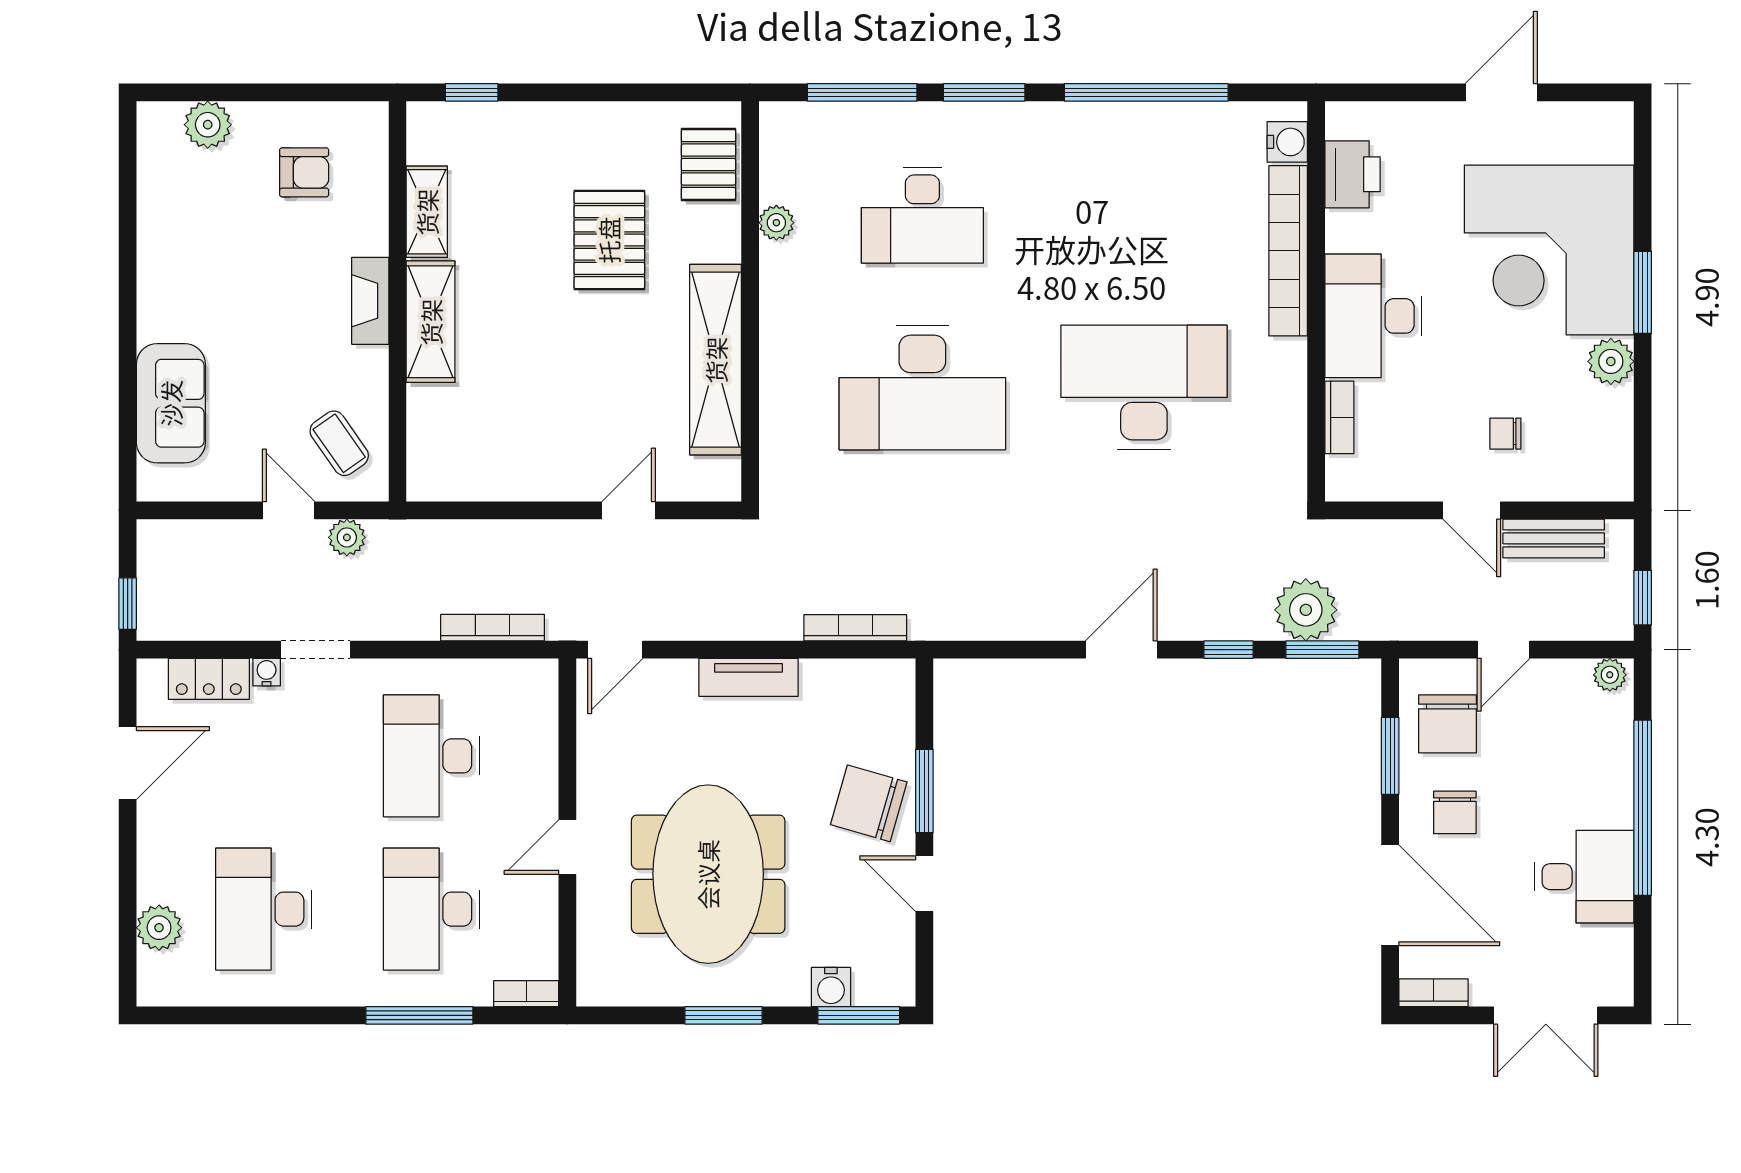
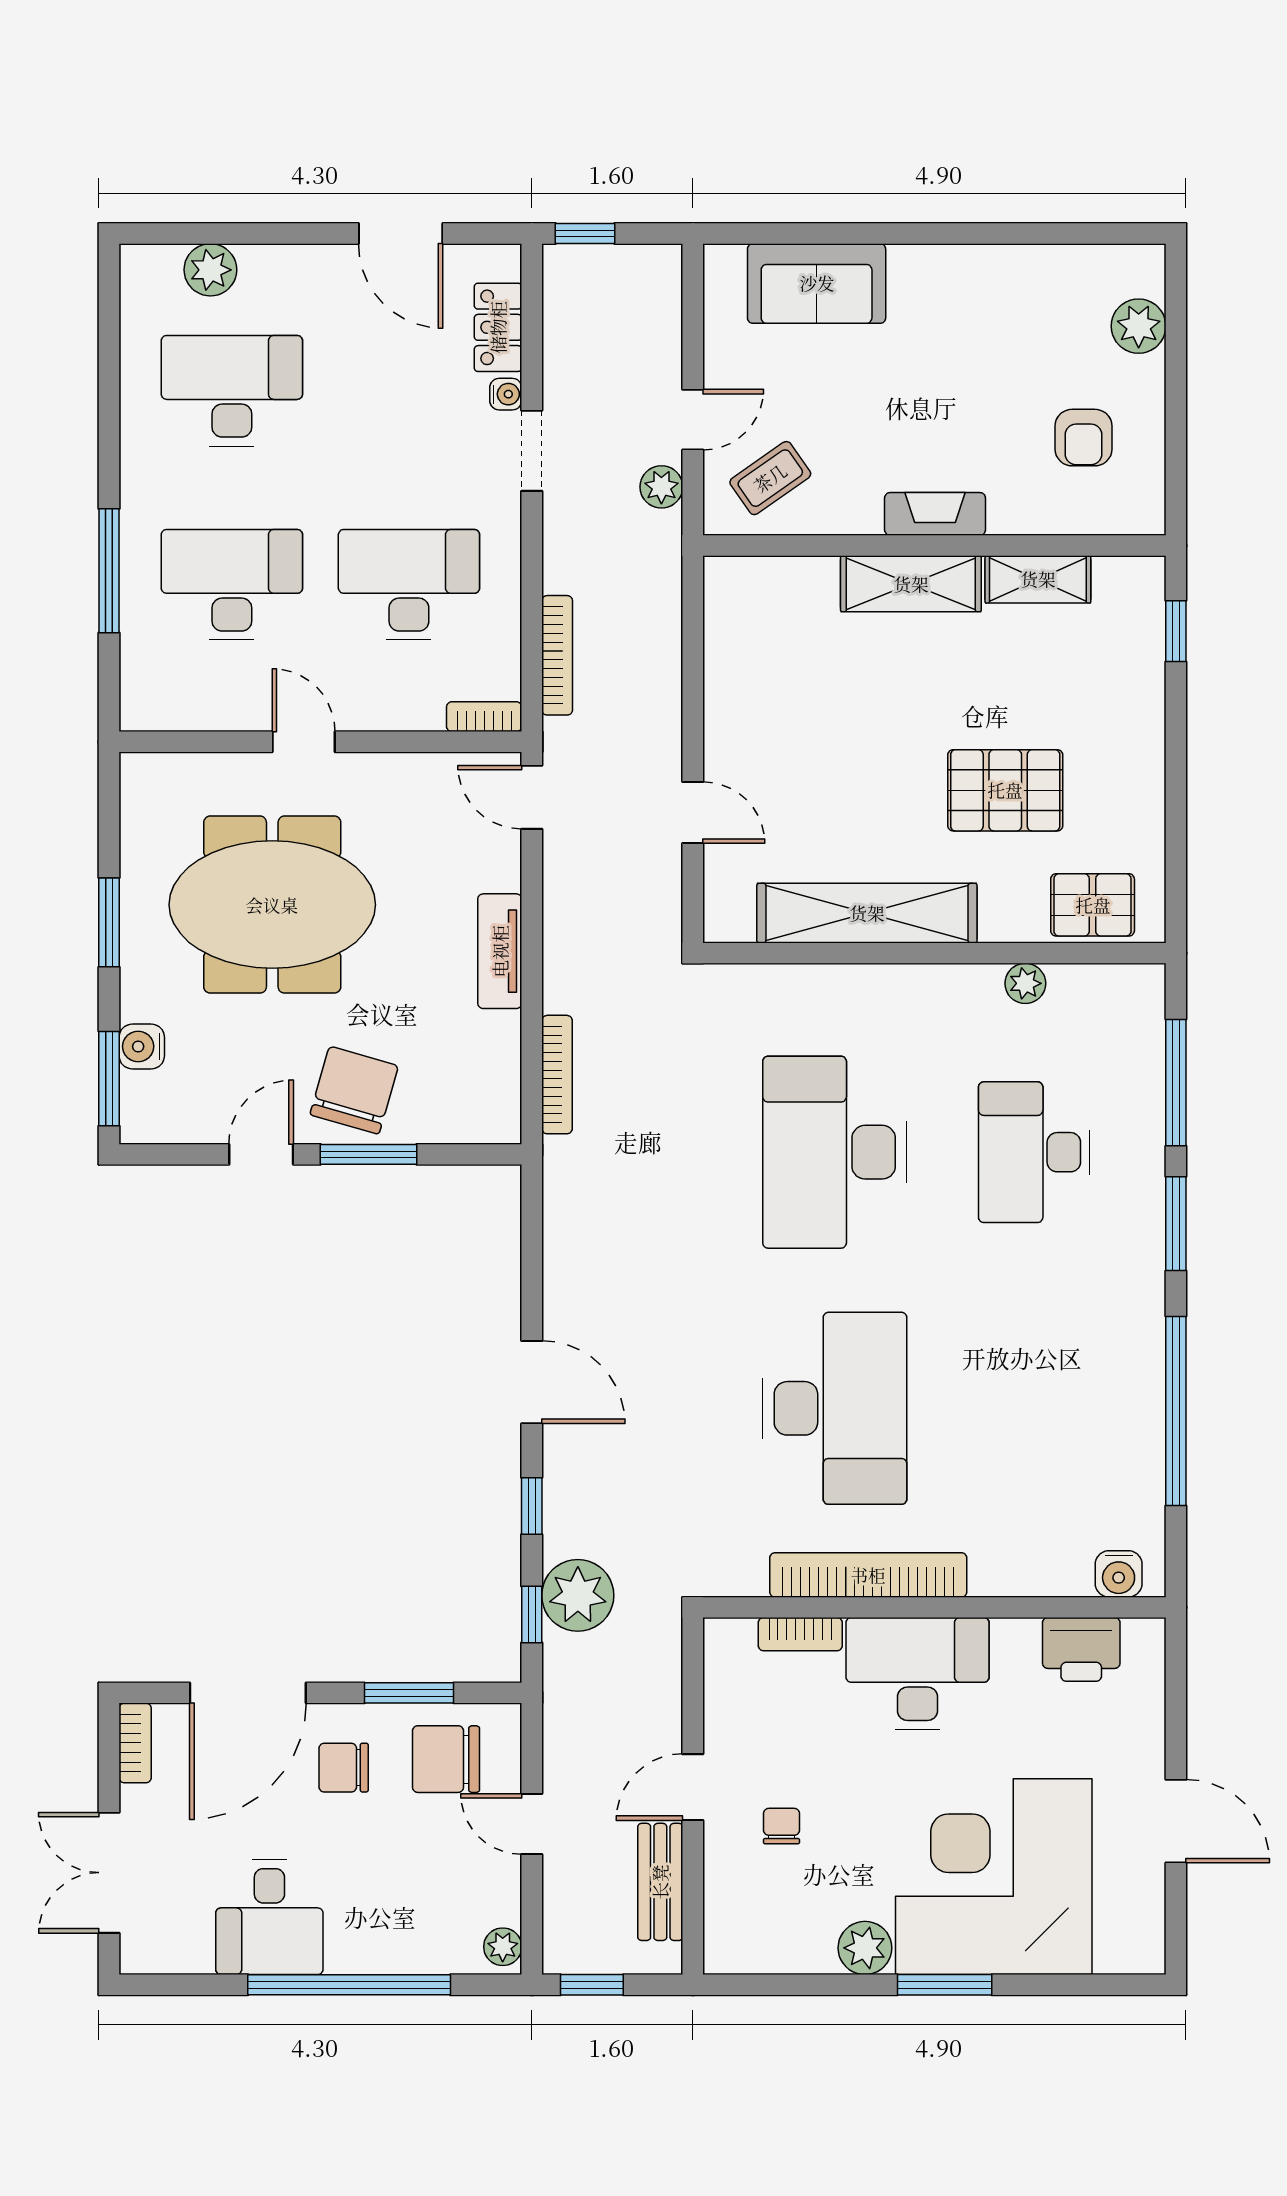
bookcase: (1288, 251) -> (868, 1575), moved
window: (1322, 650) -> (532, 1614), width x0.67
bookcase: (526, 994) -> (484, 717), moved, turned -90

